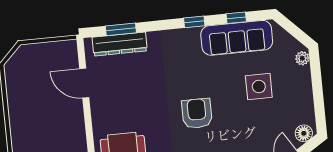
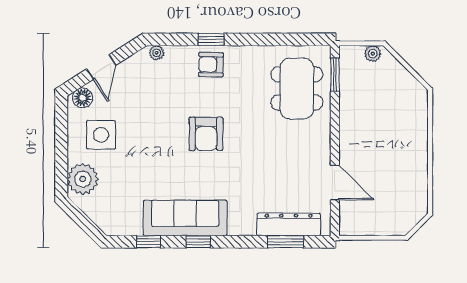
sofa: (237, 38) -> (185, 218), moved
plant: (302, 58) -> (83, 179), width x1.88, depth x1.88
side table: (259, 87) -> (101, 135), moved

